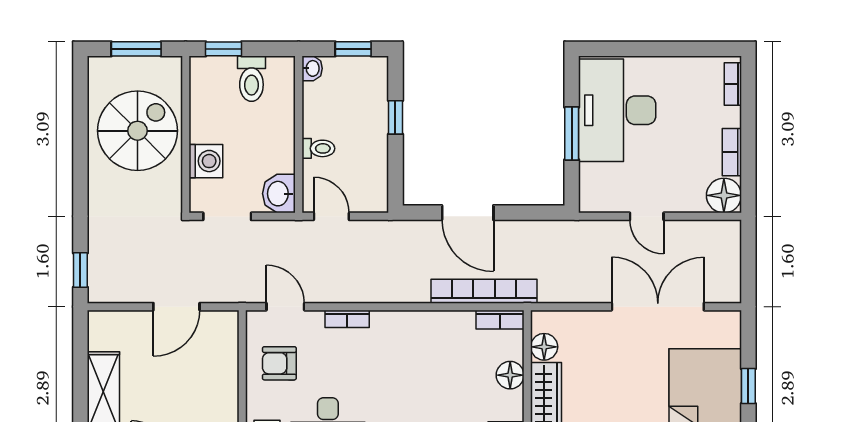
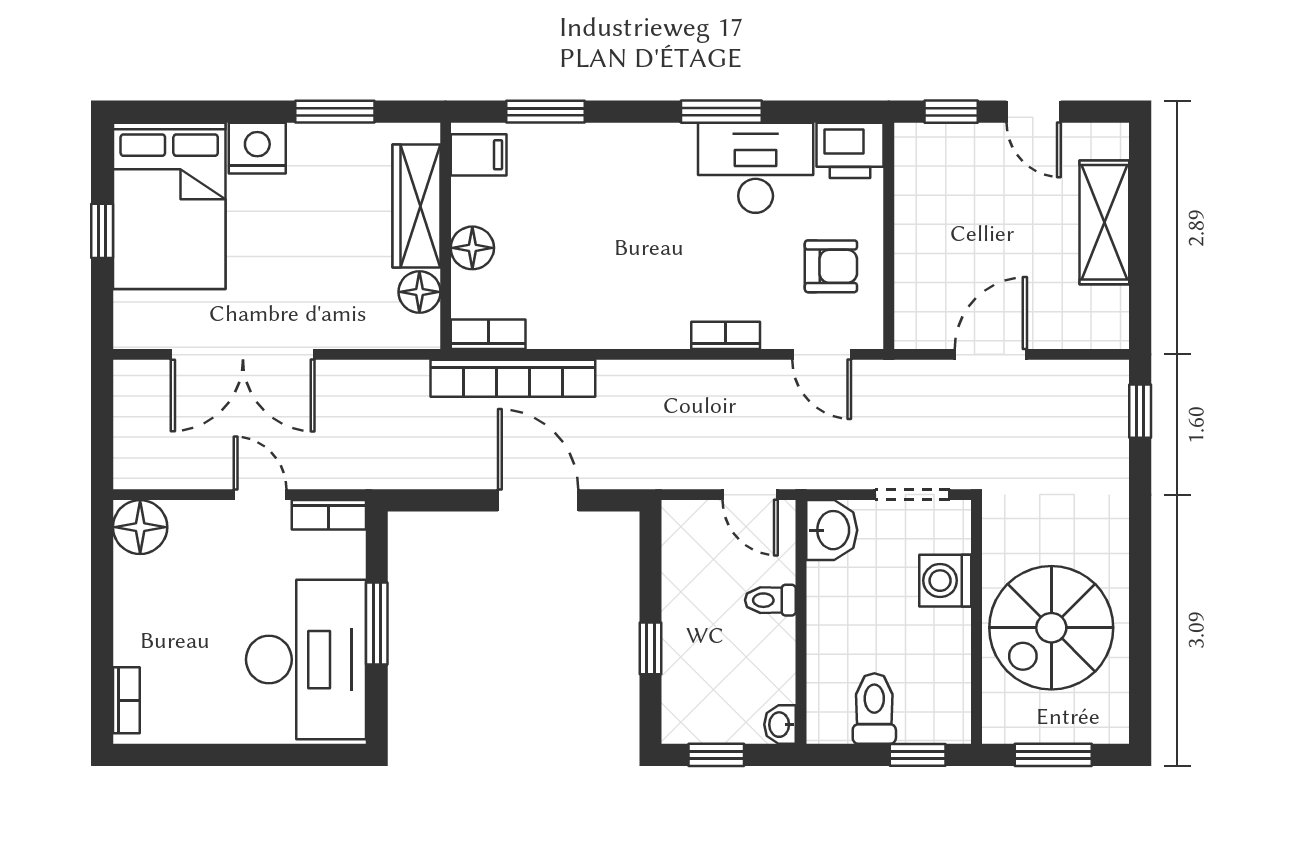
bookcase: (732, 152) -> (329, 515), moved, turned 90

